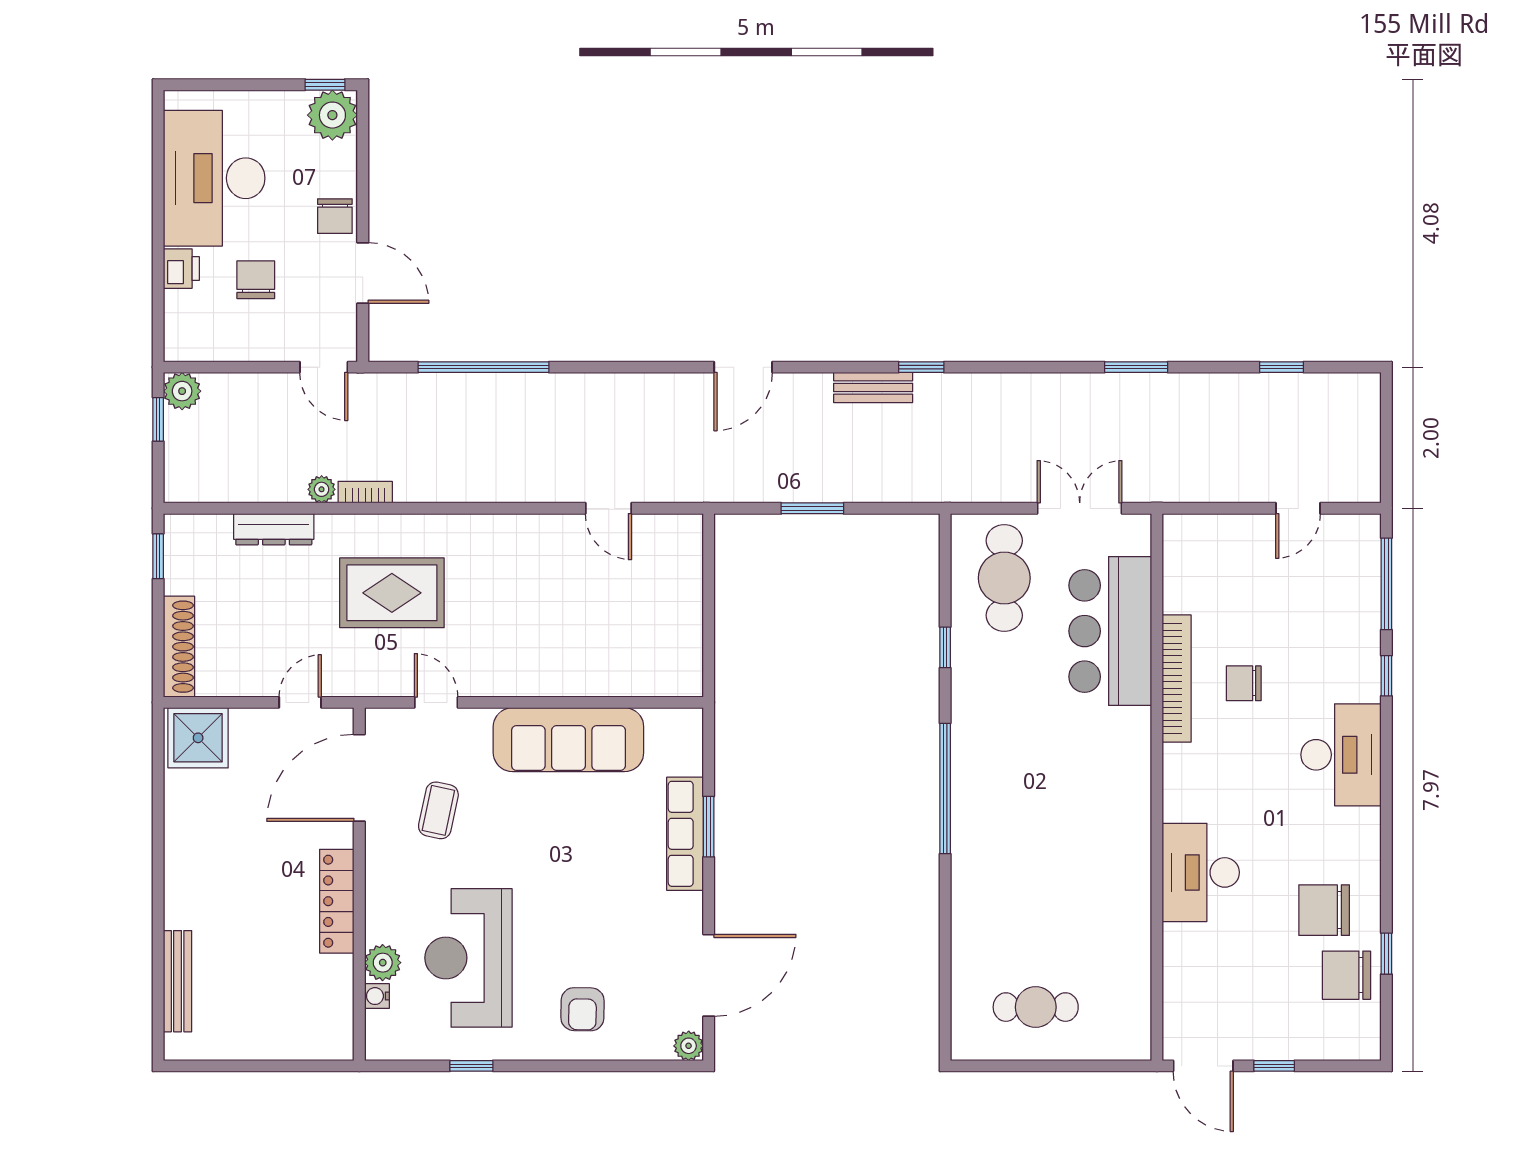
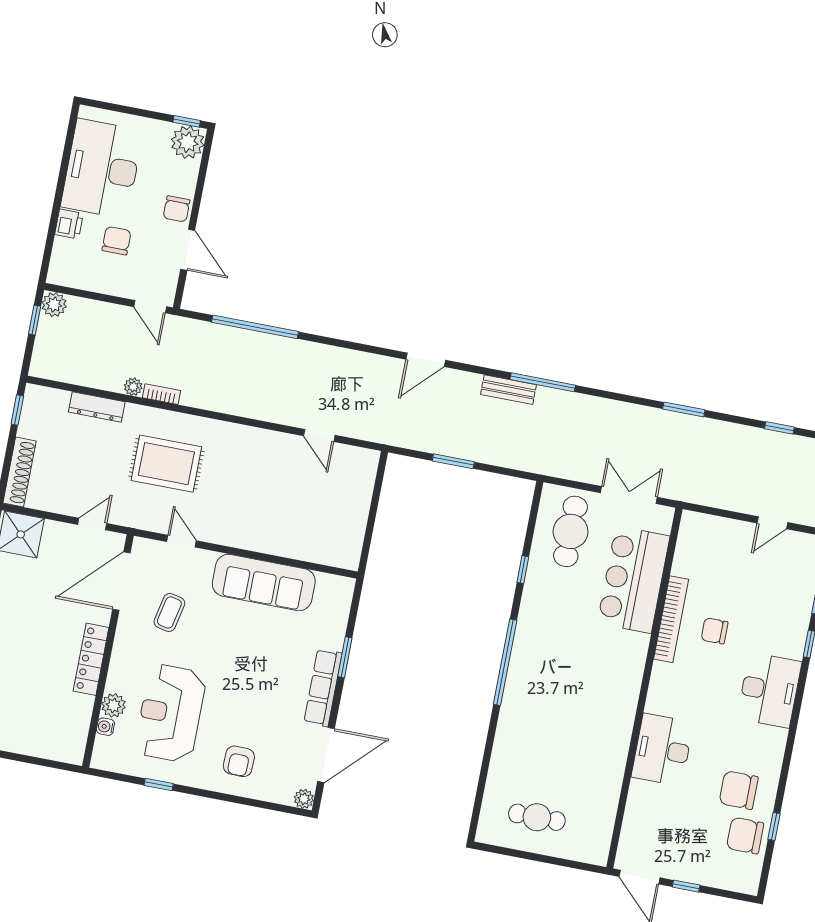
window: (921, 367) -> (543, 382), width x2.17
row of seats: (685, 834) -> (323, 688), moved

